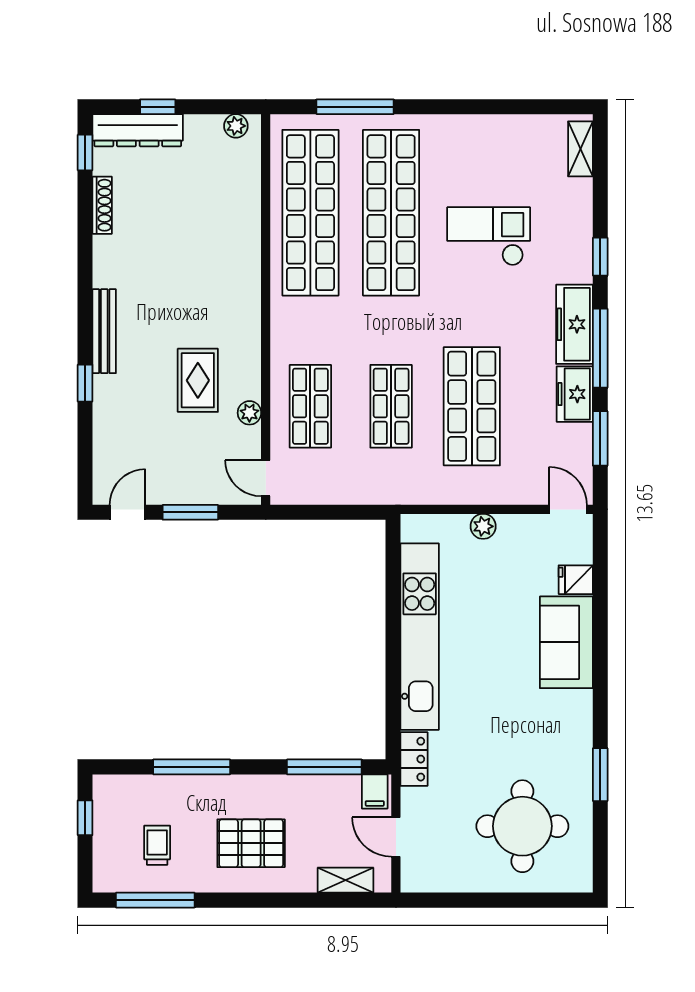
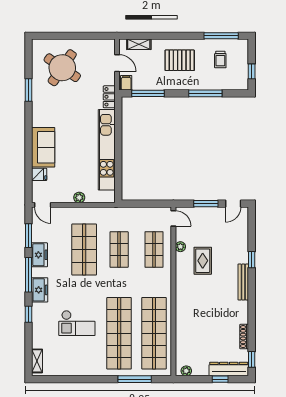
freezer: (574, 324) -> (40, 290), width x0.71
round table: (522, 826) -> (62, 68), turned 34

